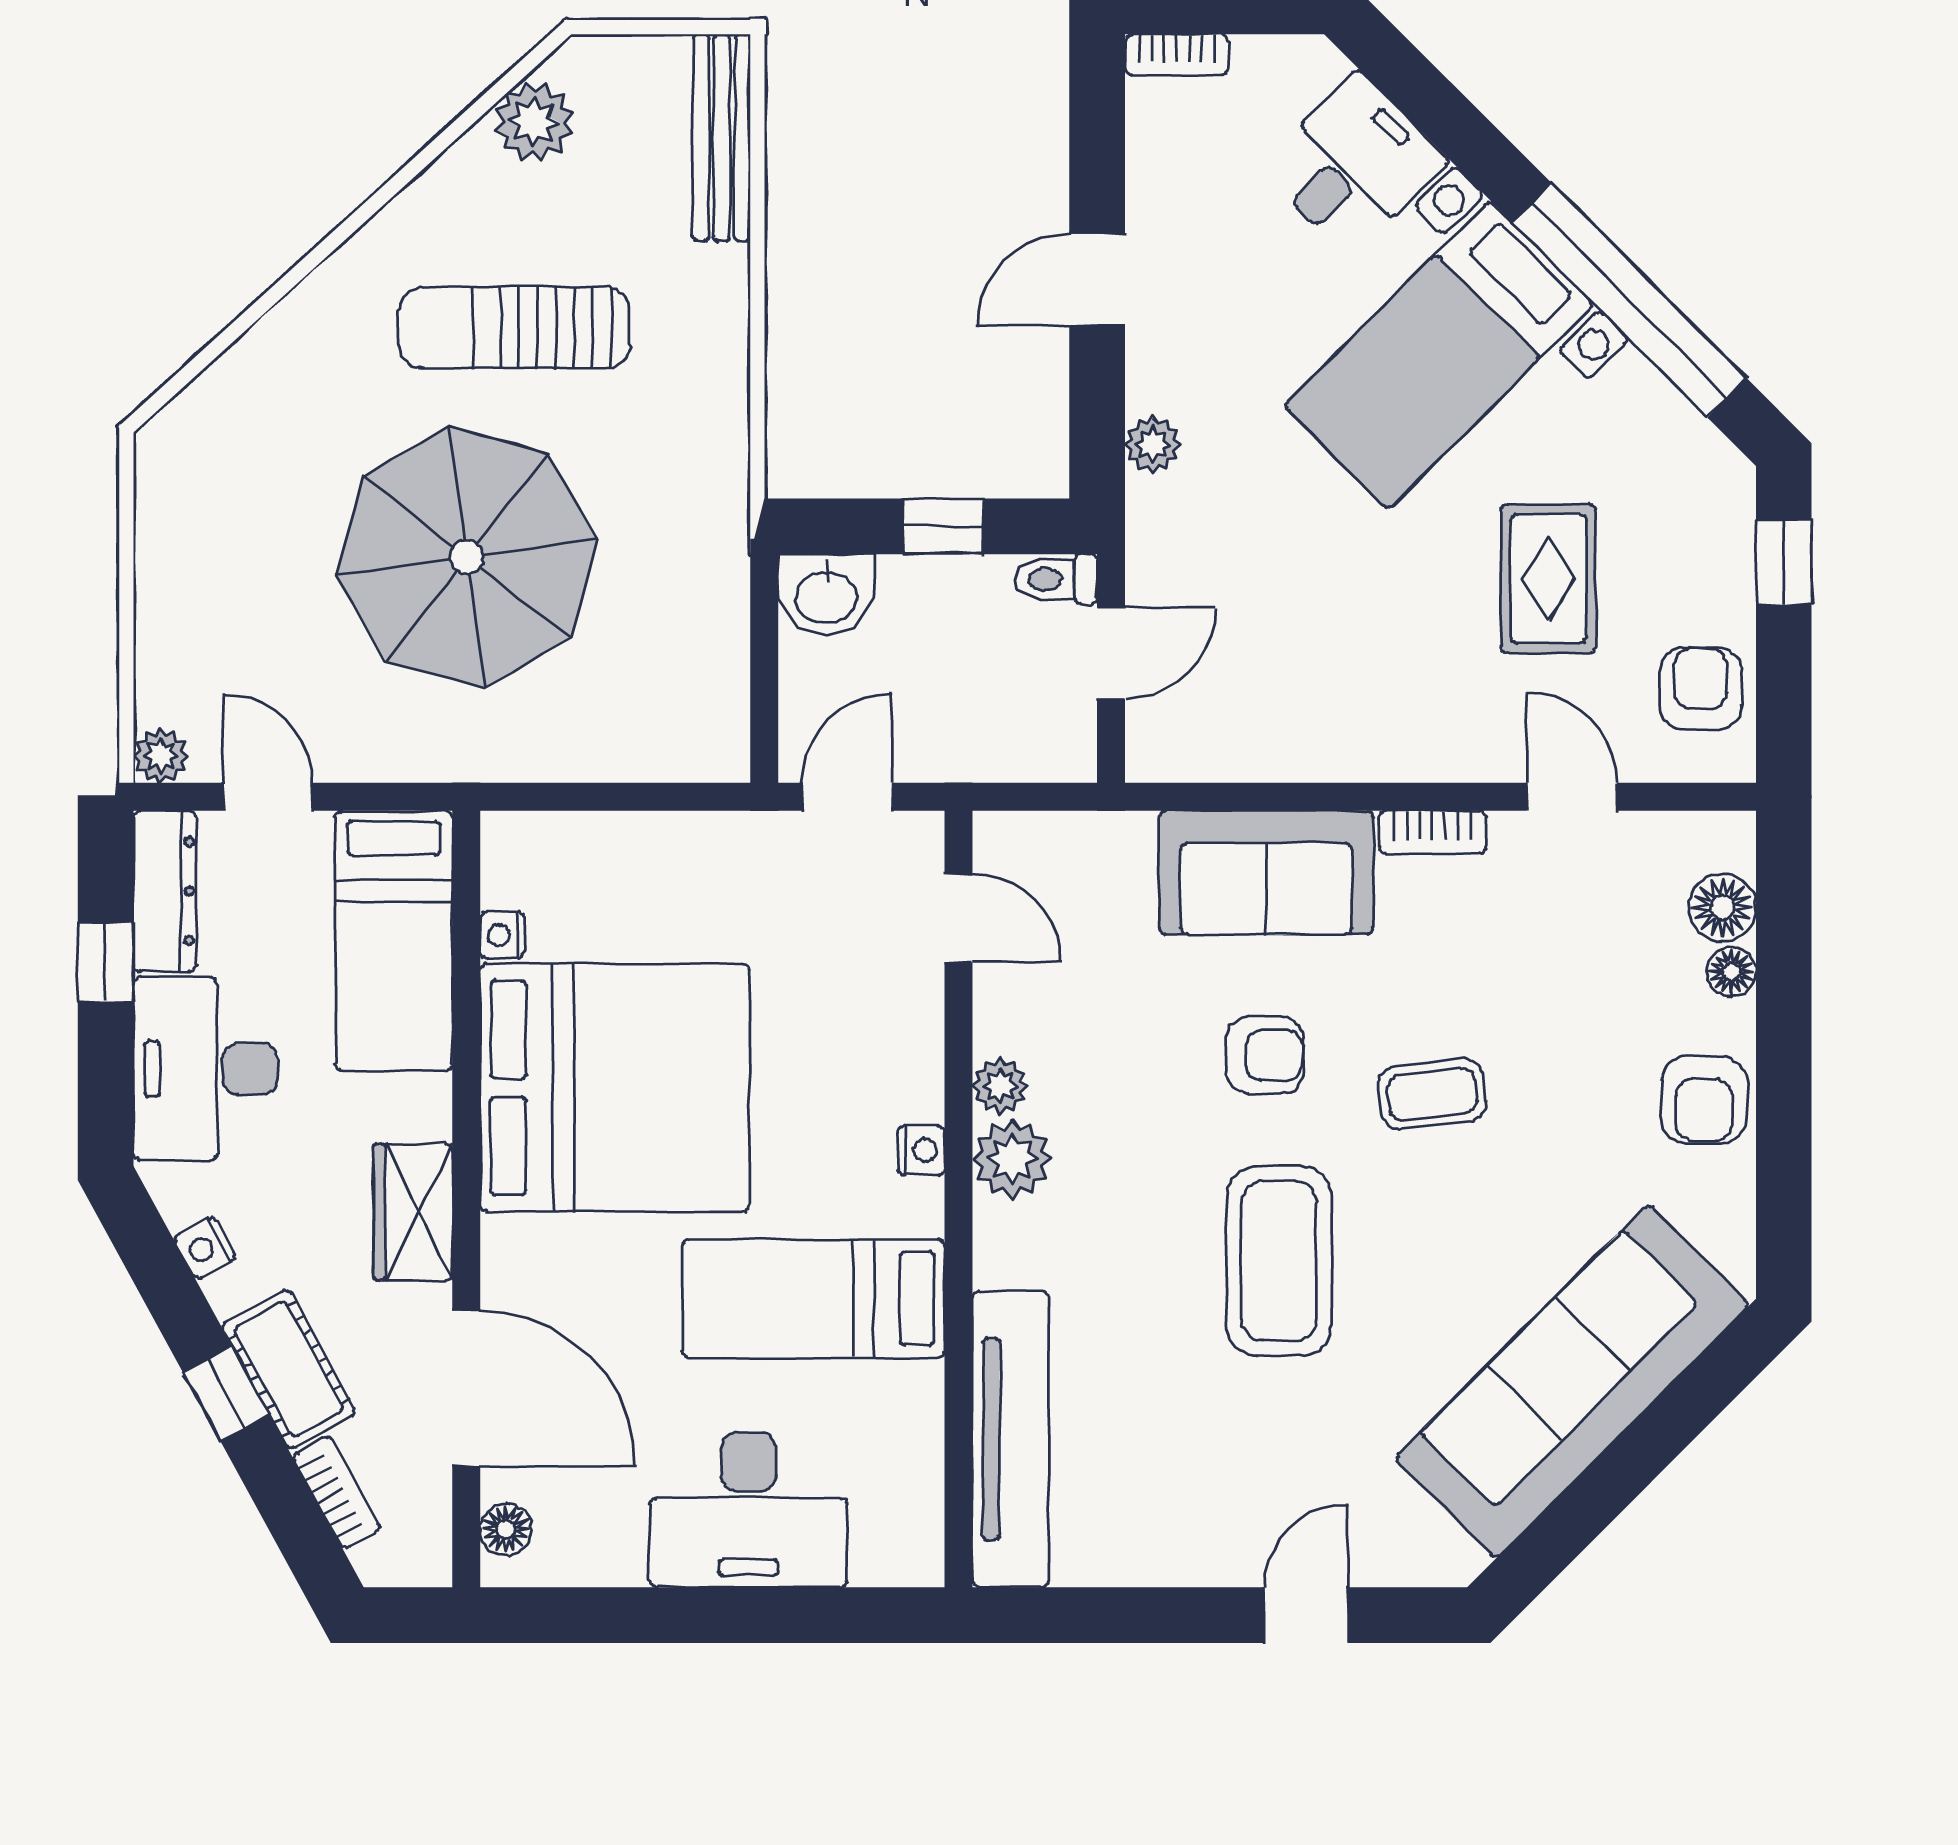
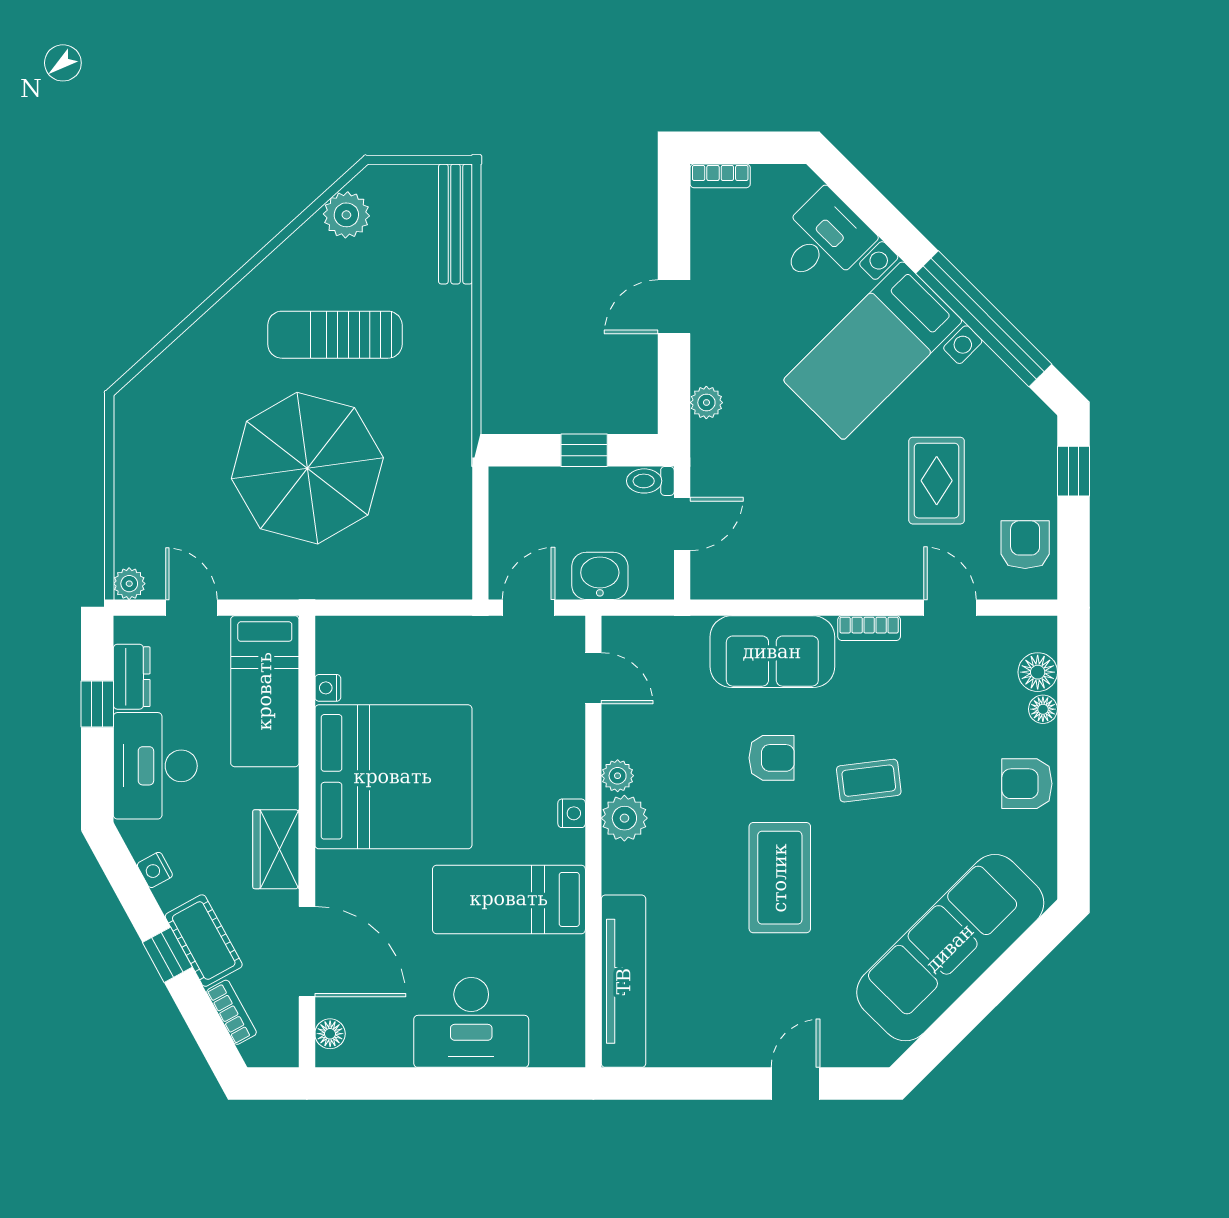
washbasin: (826, 595) -> (600, 576), moved, turned 180
dresser: (165, 891) -> (132, 677), width x0.70
armchair: (1704, 1100) -> (1027, 784), turned 89

